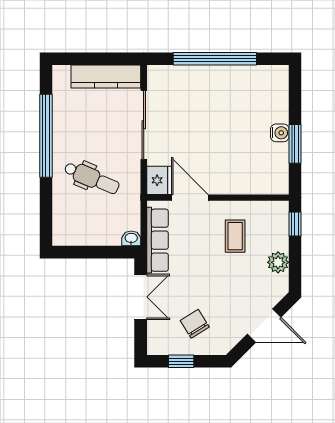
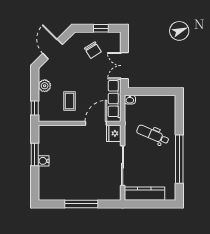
window: (215, 59) -> (81, 204), width x0.68
door: (190, 198) -> (96, 123), swing flipped
door: (264, 326) -> (53, 49), hinge flipped

